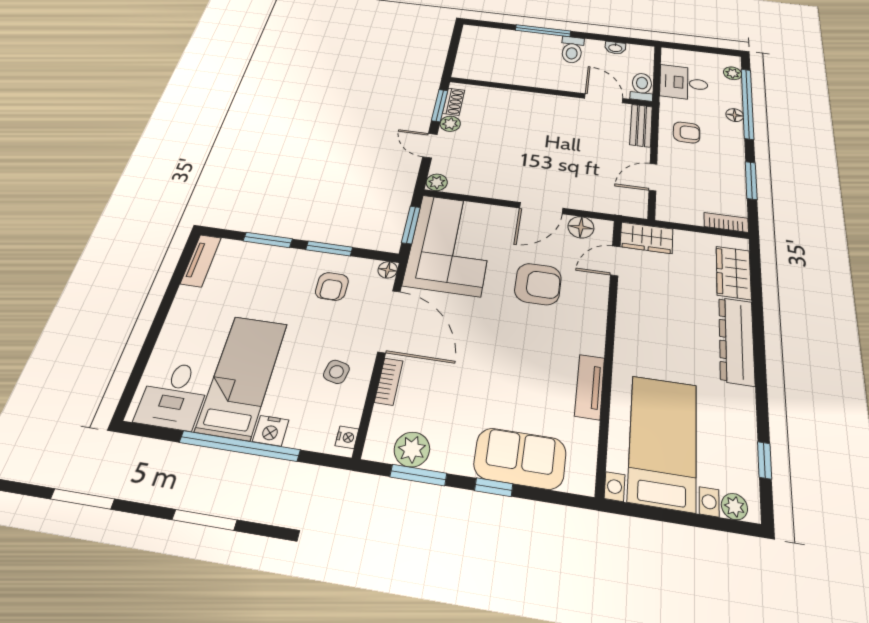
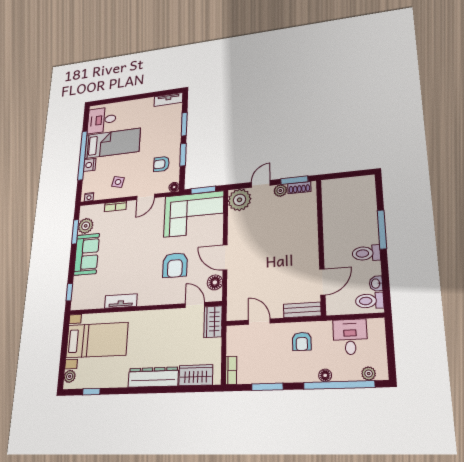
toilet: (642, 87) -> (370, 301), moved, turned 180
plant: (437, 182) -> (239, 200), width x1.88, depth x1.88
door: (389, 321) -> (146, 197), width x0.53
sofa: (520, 458) -> (87, 254), moved
window: (494, 487) -> (69, 292), moved

